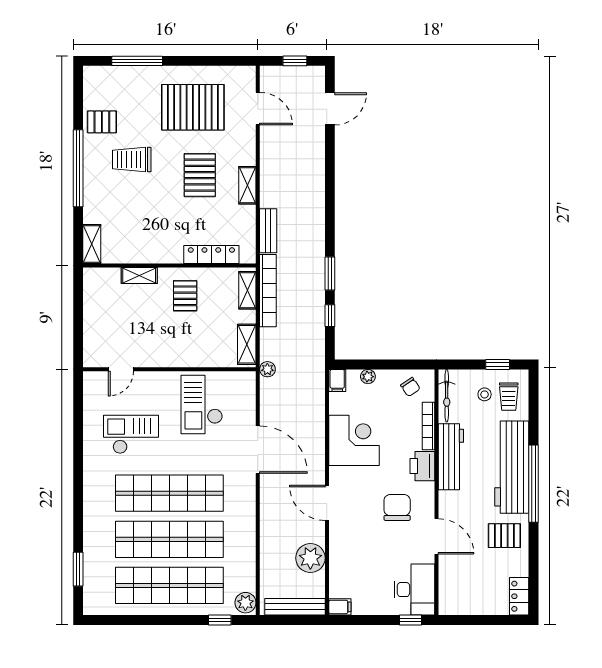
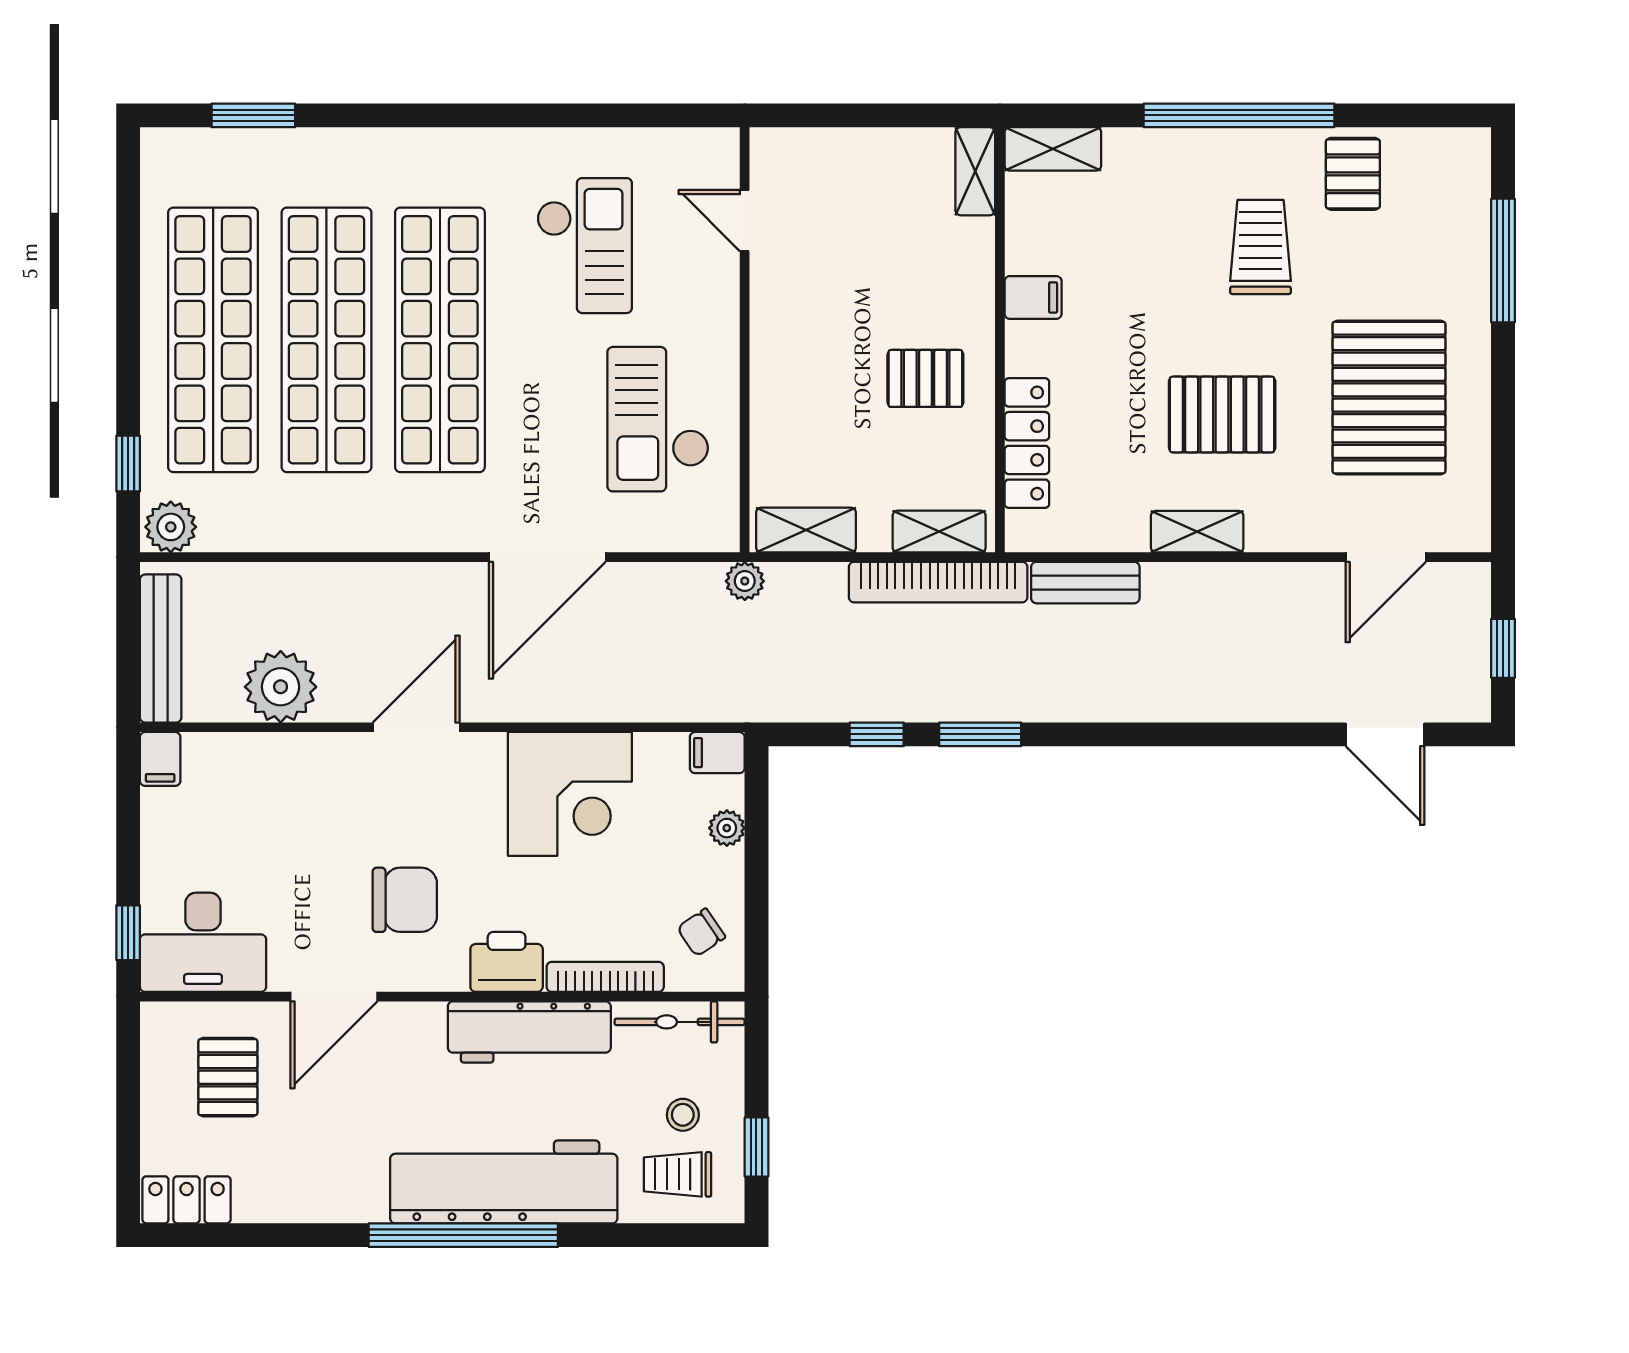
filing cabinet: (152, 252) -> (1033, 297), added
shelving: (139, 275) -> (975, 171), moved
checkout: (202, 404) -> (658, 419), turned -90
pallet: (504, 536) -> (228, 1077), moved

